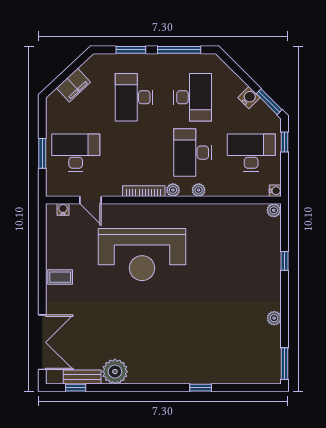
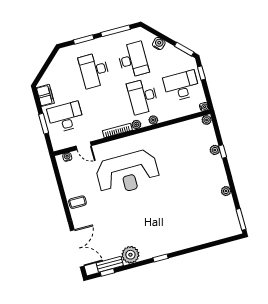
filing cabinet: (73, 85) -> (45, 95), moved, turned -47
water cooler: (249, 98) -> (159, 43), moved
plant: (274, 256) -> (215, 150), added
window: (201, 388) -> (161, 258), moved

